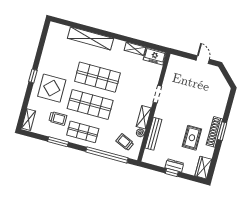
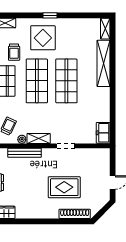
shelving: (135, 49) -> (105, 29), moved
window: (222, 131) -> (46, 221), removed
shoe rack: (214, 132) -> (75, 214), moved
rug: (192, 138) -> (64, 187), moved, width x1.36, depth x1.43

